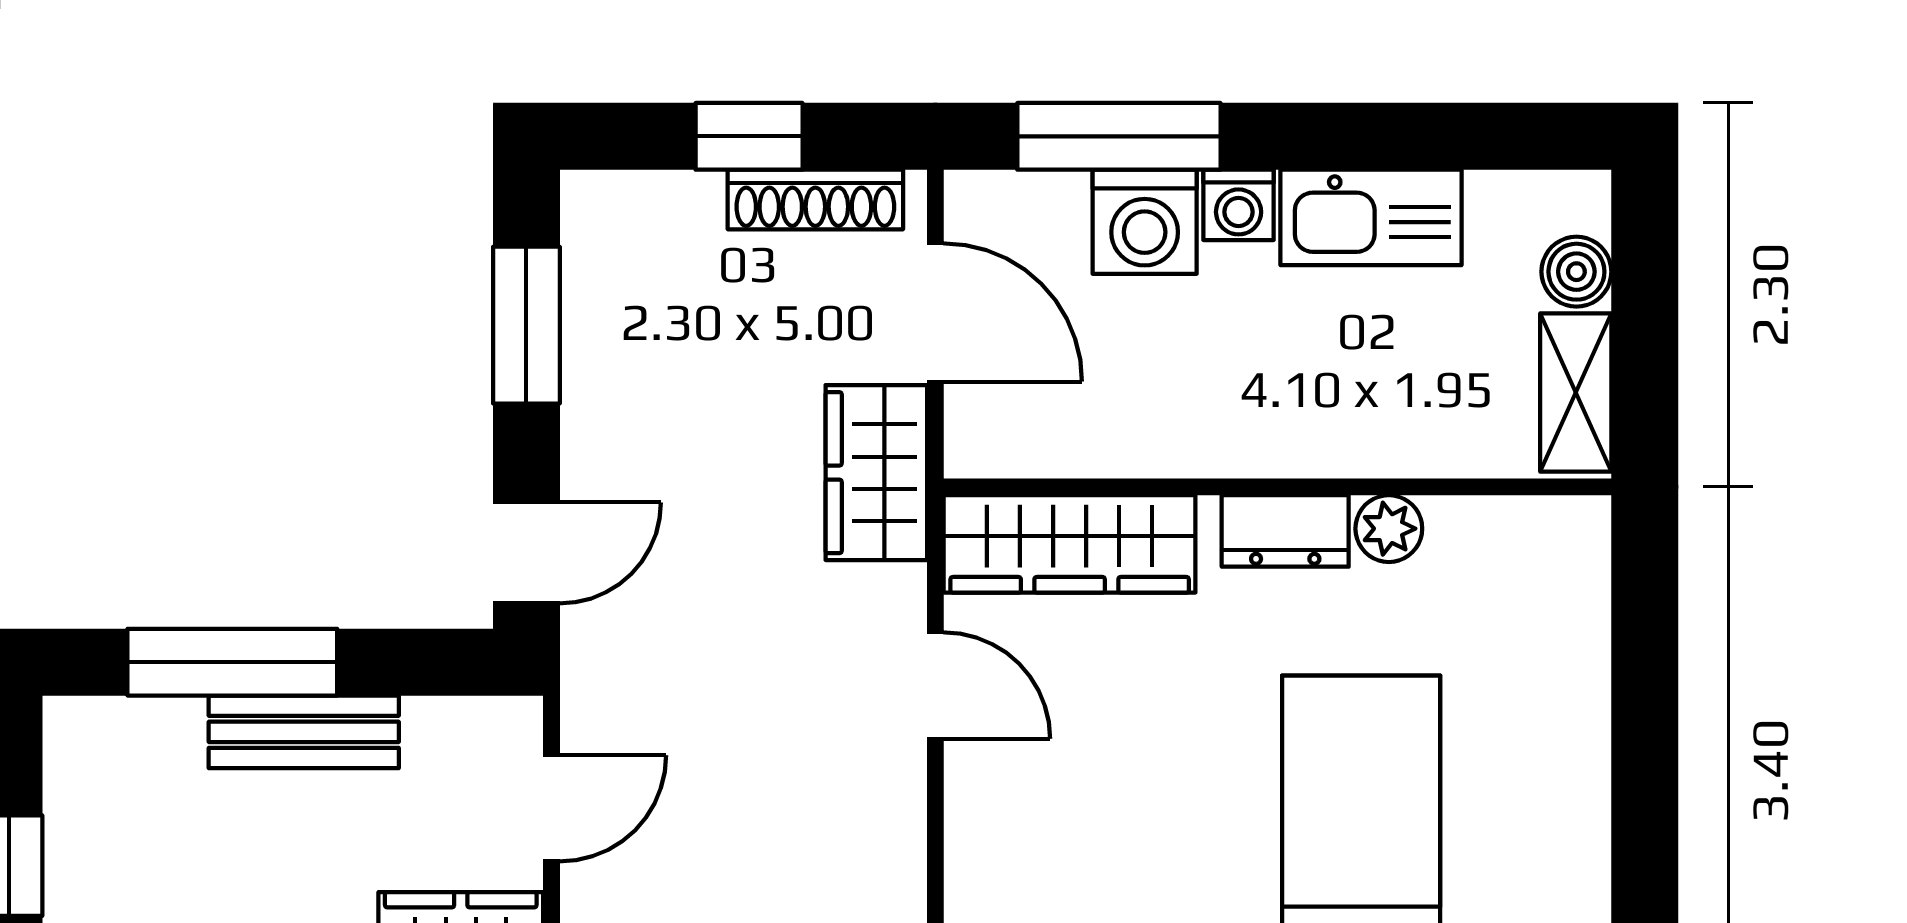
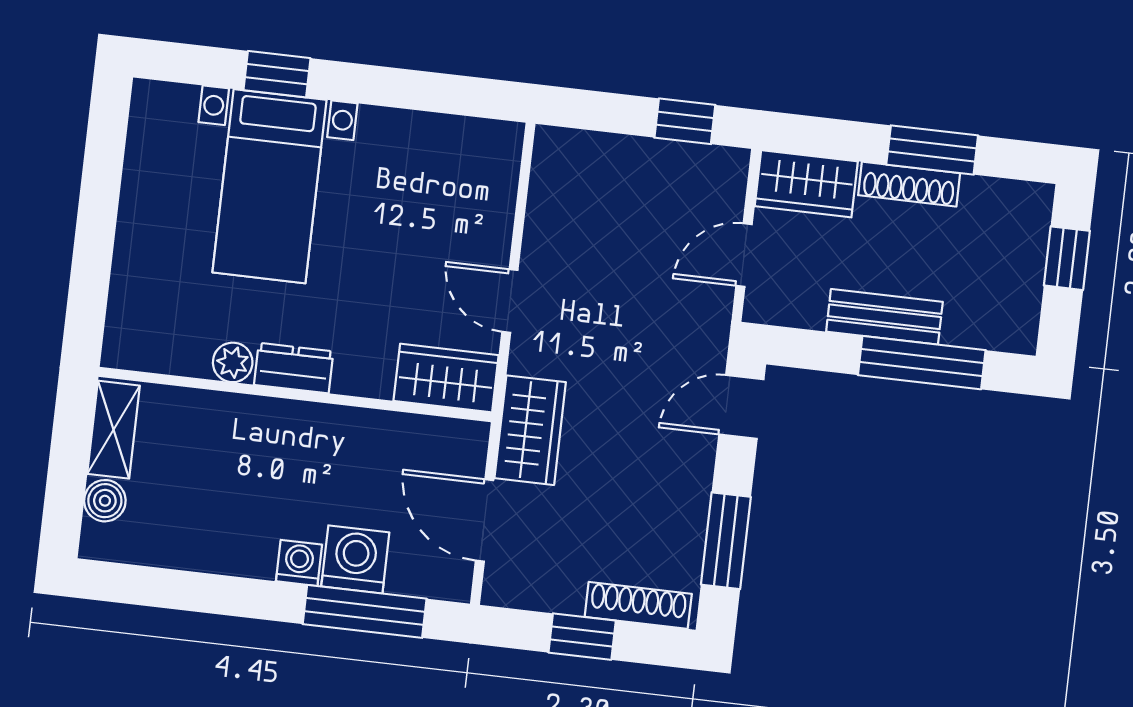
shoe rack: (815, 200) -> (638, 605), moved
kitchen sink: (1371, 217) -> (222, 547), removed
wardrobe: (1070, 544) -> (446, 378), width x0.67

